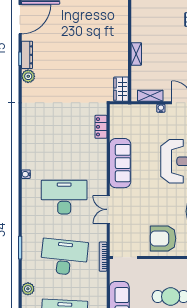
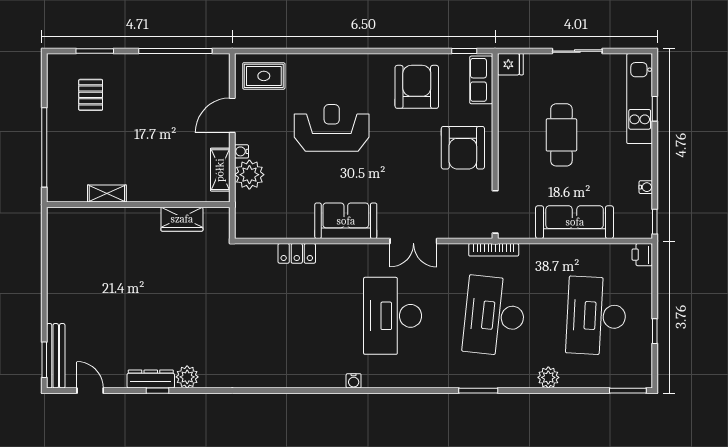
door: (20, 19) -> (90, 391), width x0.53
shelving: (136, 54) -> (107, 194), moved
wardrobe: (121, 89) -> (182, 219), moved
plant: (147, 113) -> (249, 175), added
locker: (101, 127) -> (297, 253), moved
sofa: (120, 163) -> (346, 221), width x0.73

